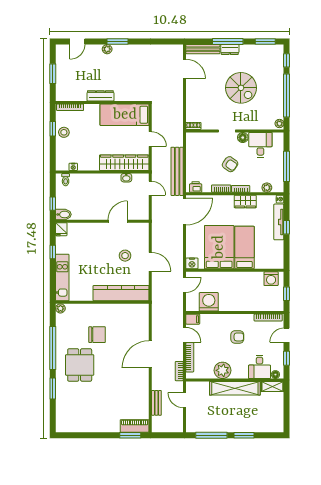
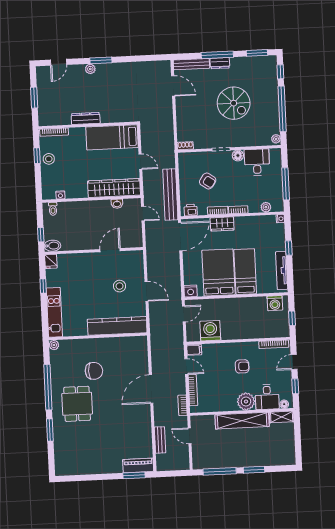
armchair: (230, 164) -> (208, 181), moved
wardrobe: (245, 202) -> (222, 224), moved
tv unit: (279, 222) -> (282, 270), moved
plant: (222, 370) -> (246, 401), moved

